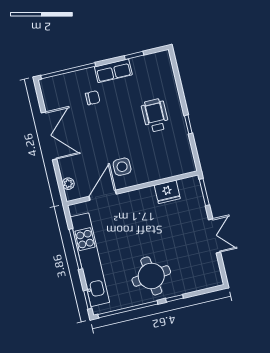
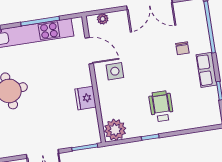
wheelchair: (155, 115) -> (161, 106), turned -90
plant: (183, 162) -> (115, 130), added
fridge: (167, 192) -> (85, 98), moved

